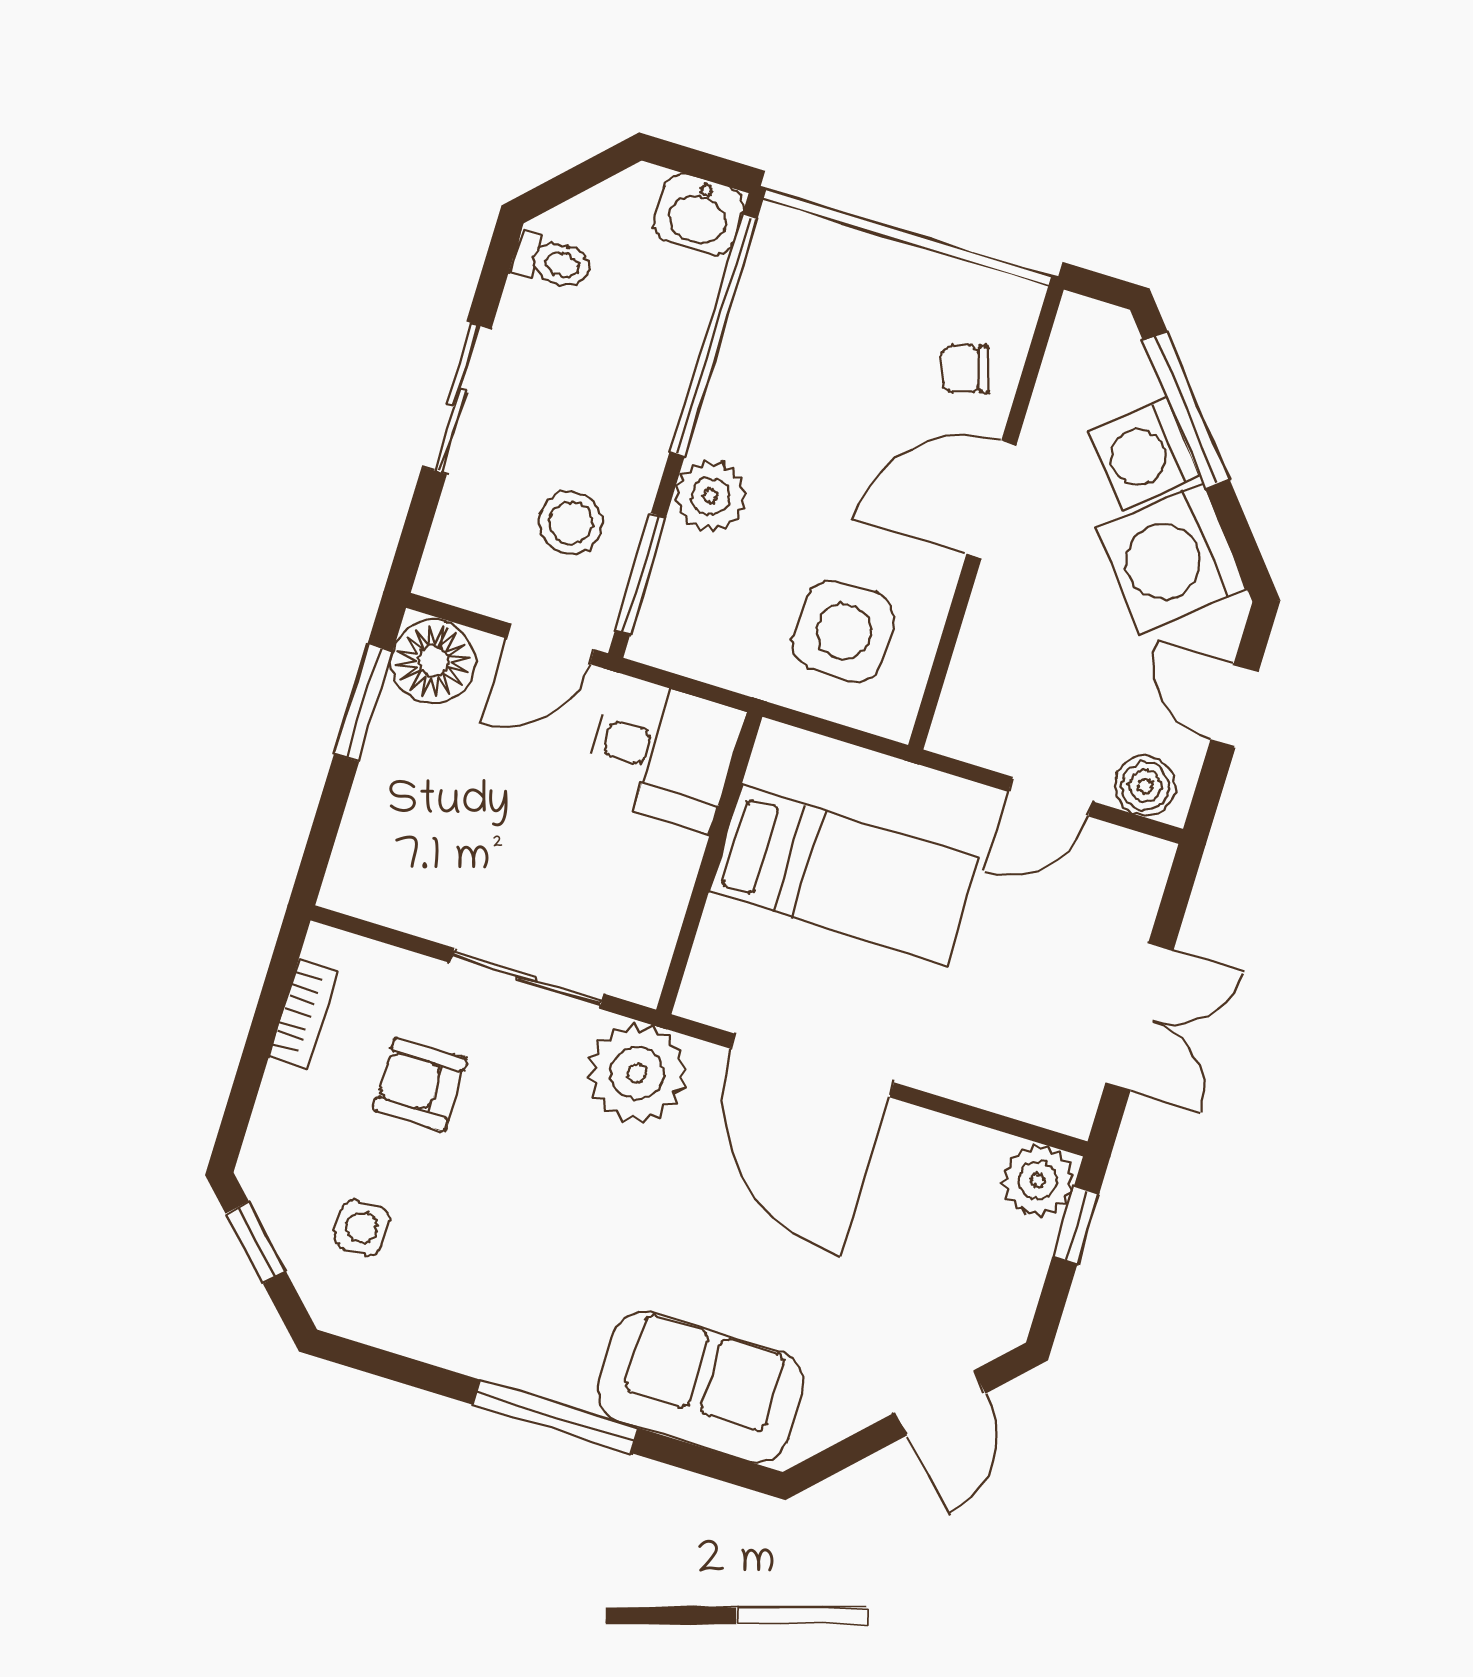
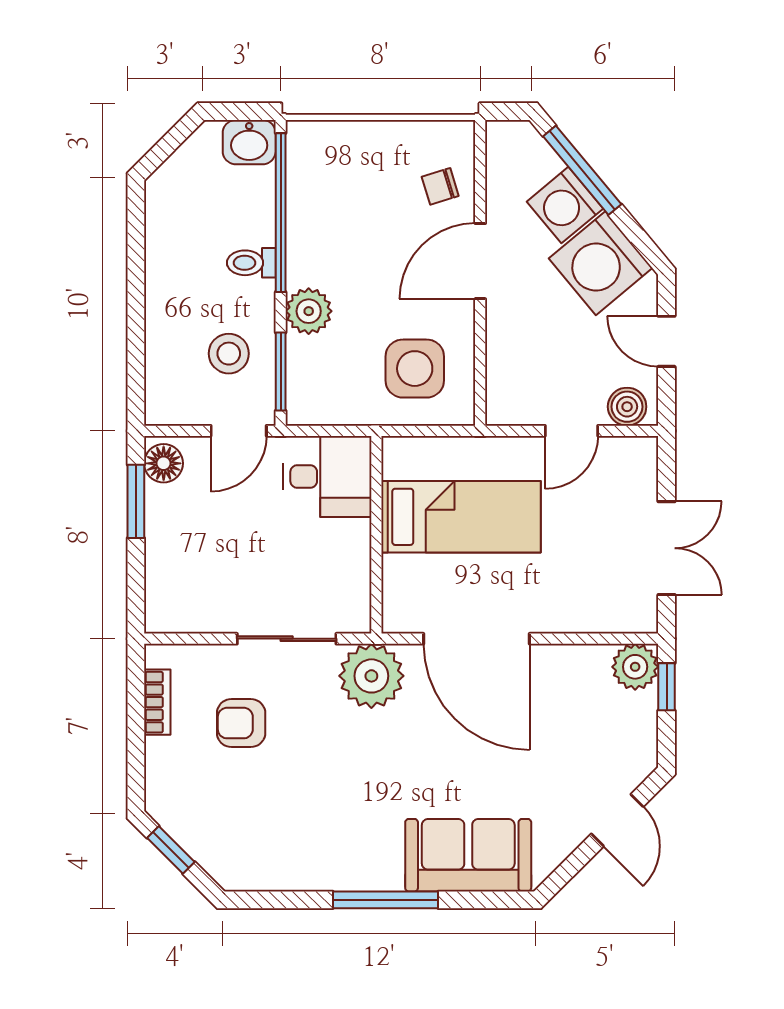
toilet: (552, 261) -> (251, 263), moved, turned 180
sliding door: (457, 398) -> (136, 299), removed
floor lamp: (433, 661) -> (164, 463), width x0.73, depth x0.73
side table: (362, 1228) -> (233, 821), removed

